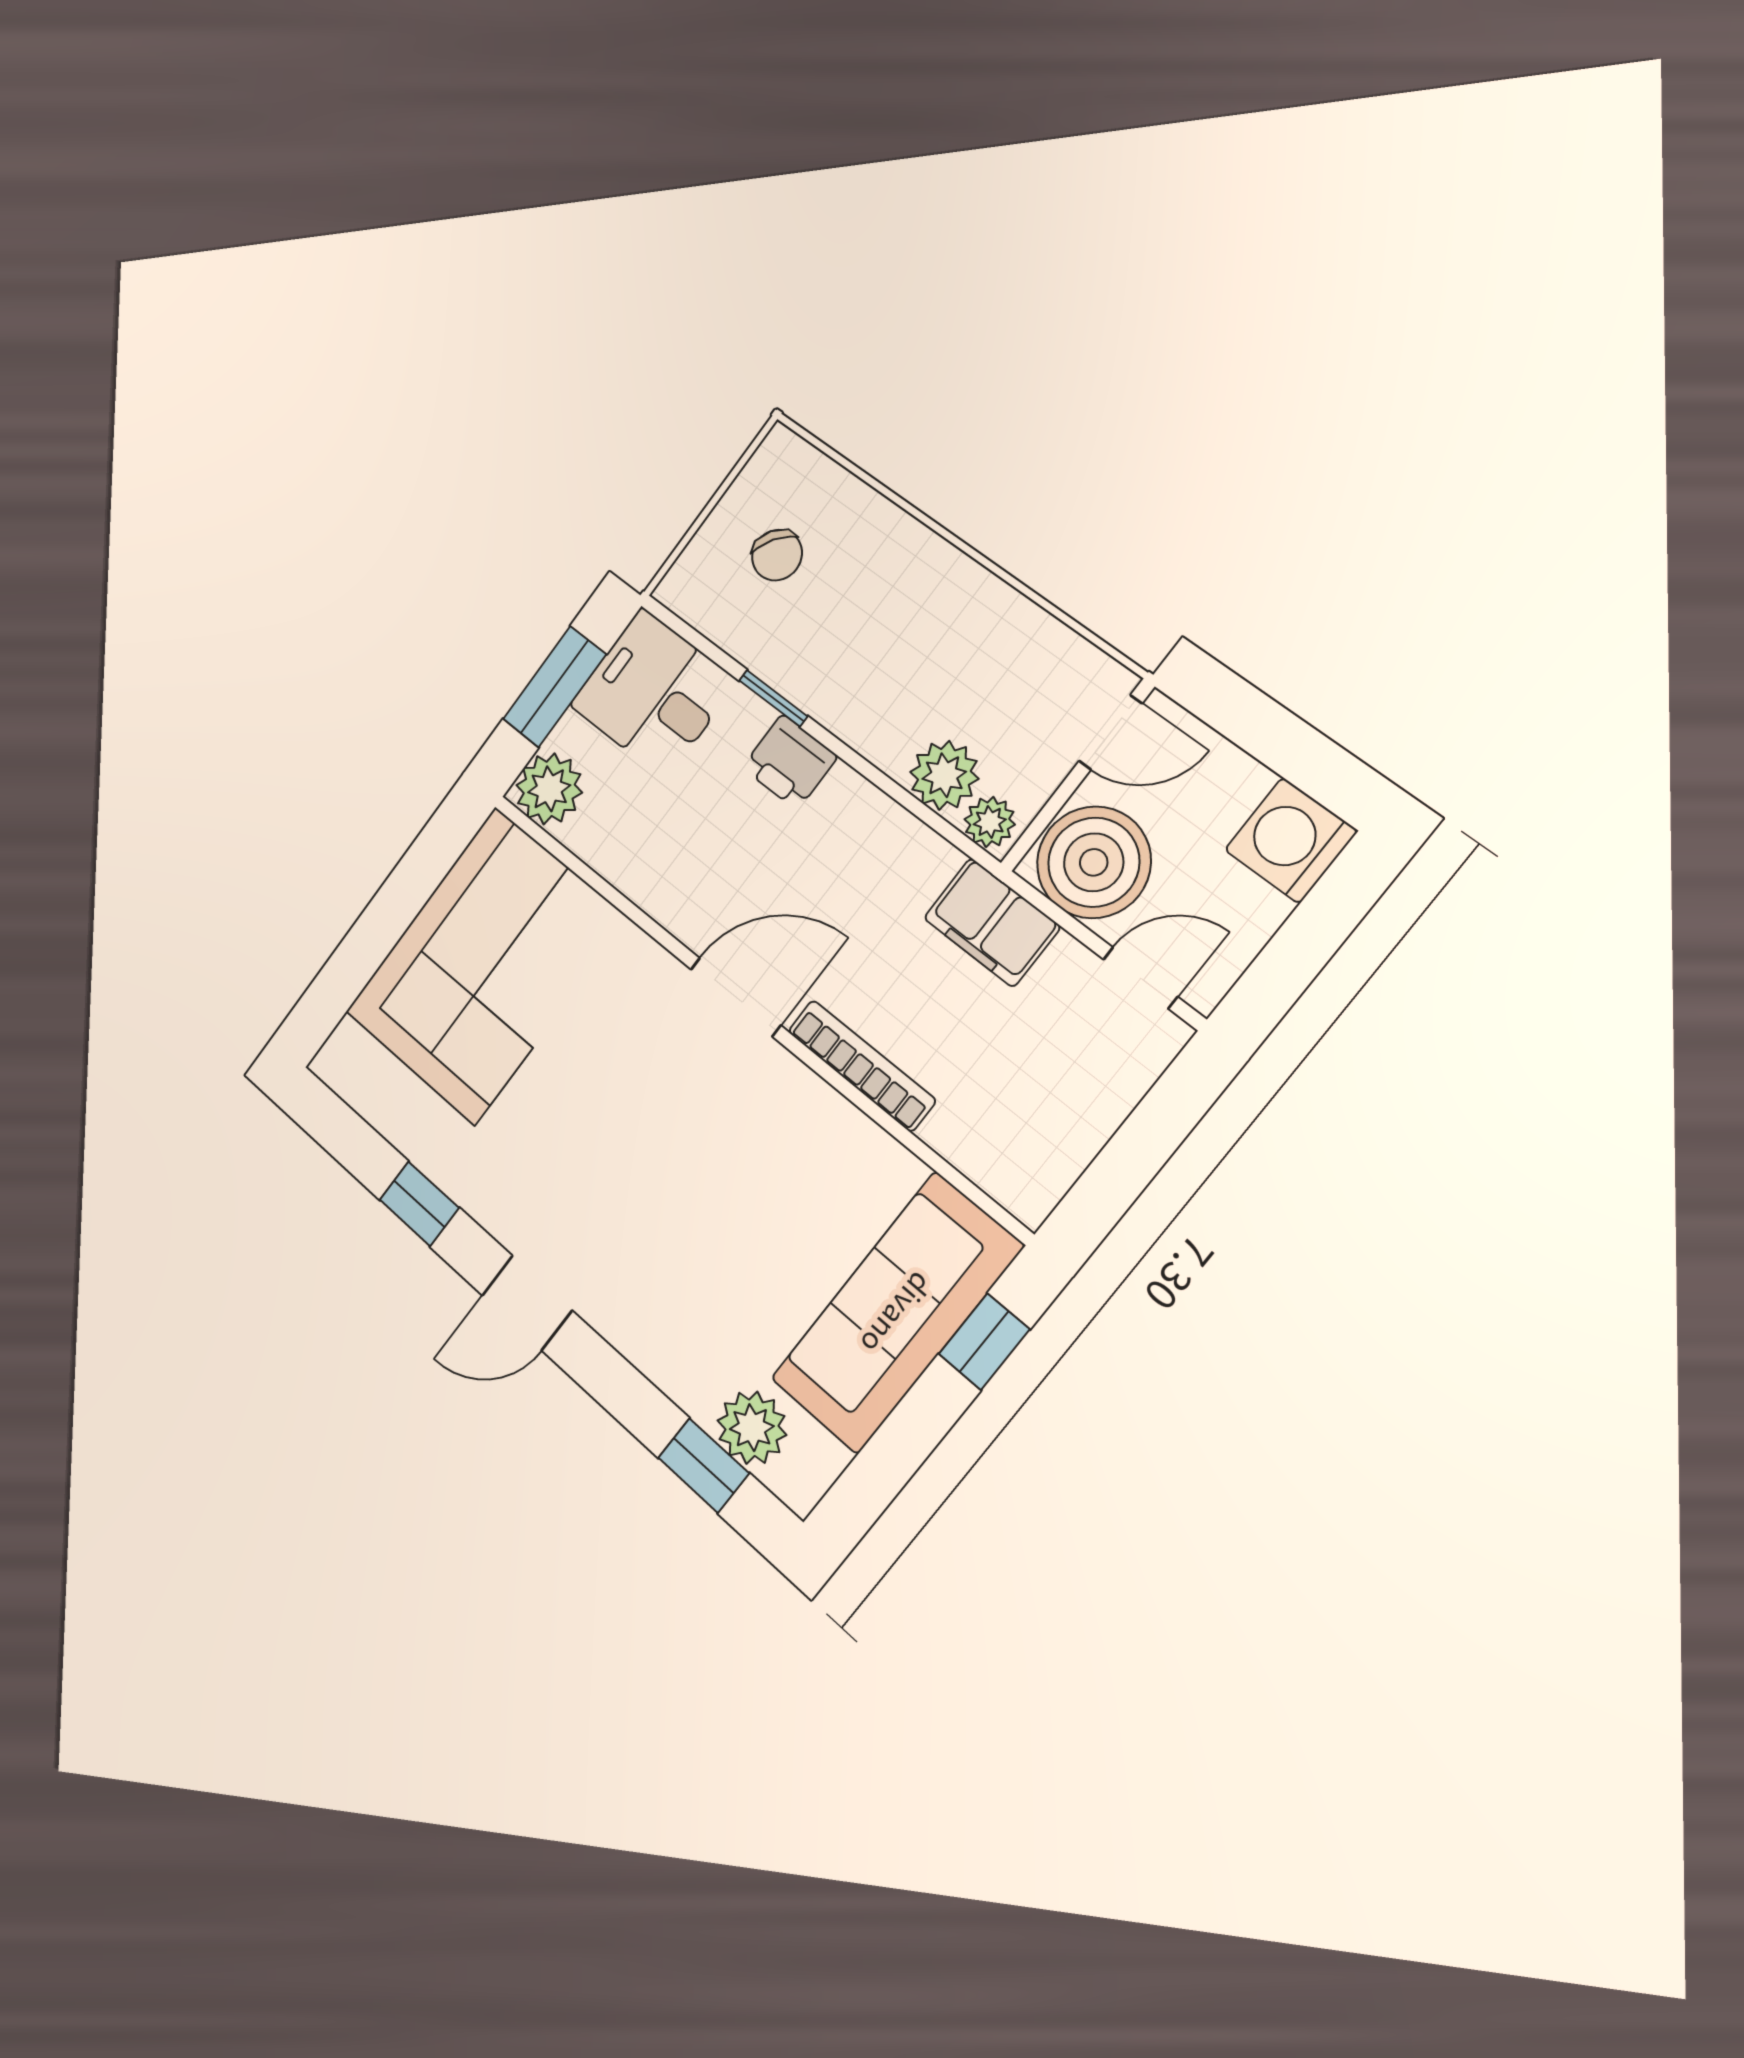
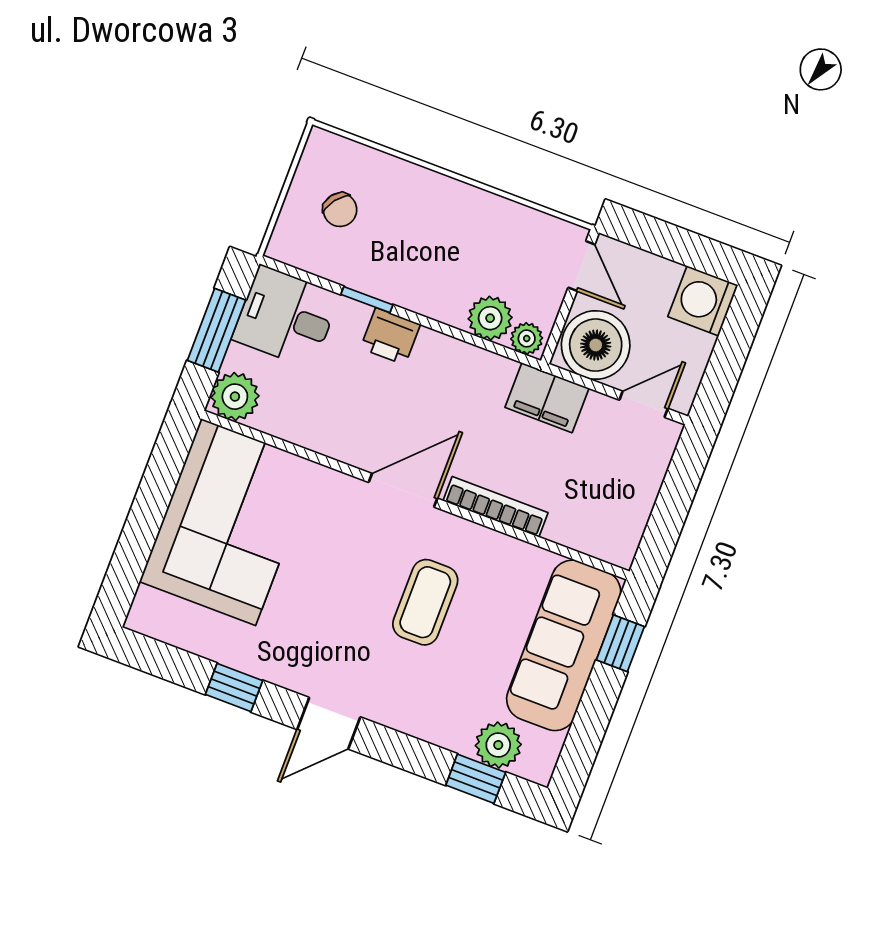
door: (1111, 732) -> (581, 266), hinge flipped
coffee table: (715, 1174) -> (425, 602), added

